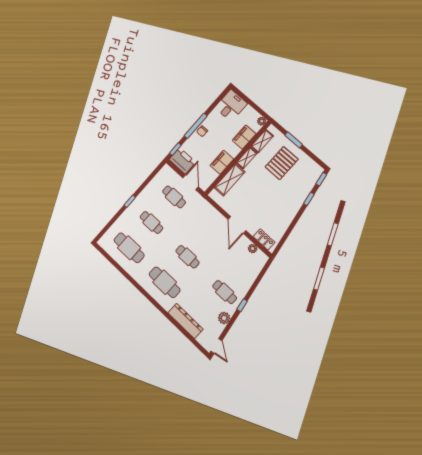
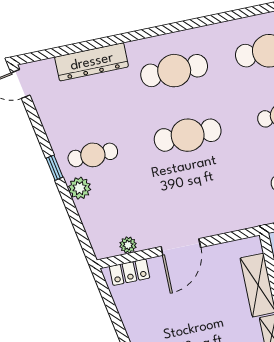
door: (237, 225) -> (181, 247), swing flipped
cafe table: (187, 257) -> (188, 135), width x1.37, depth x1.35
plant: (224, 318) -> (80, 188), moved

